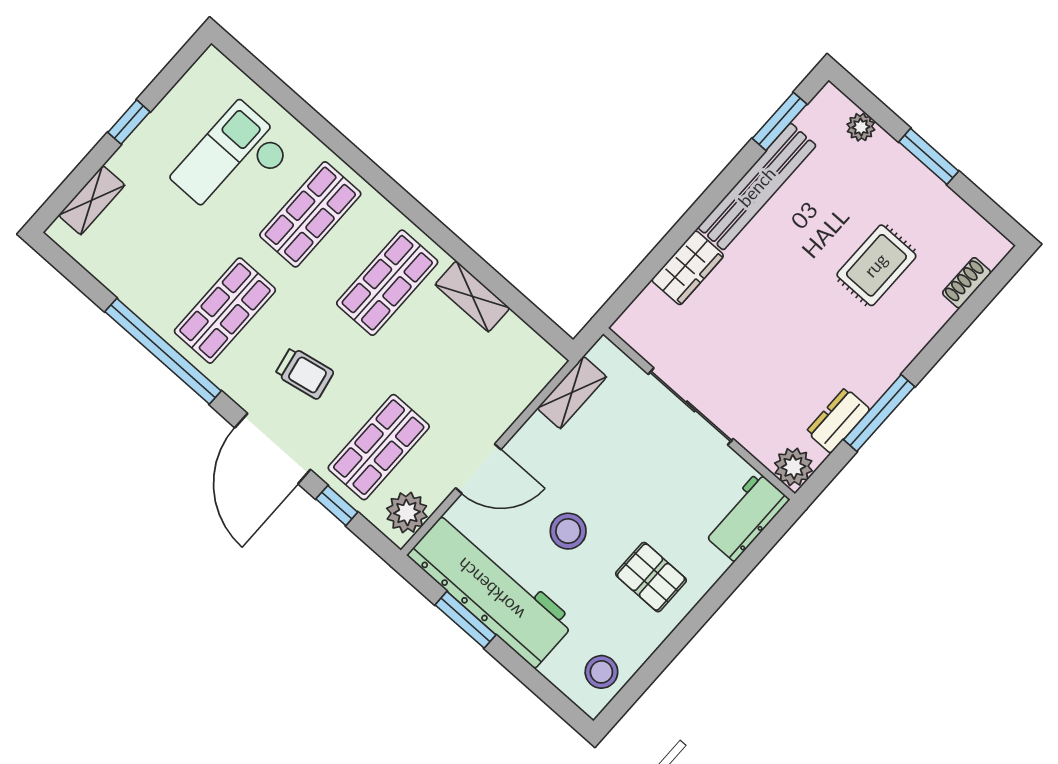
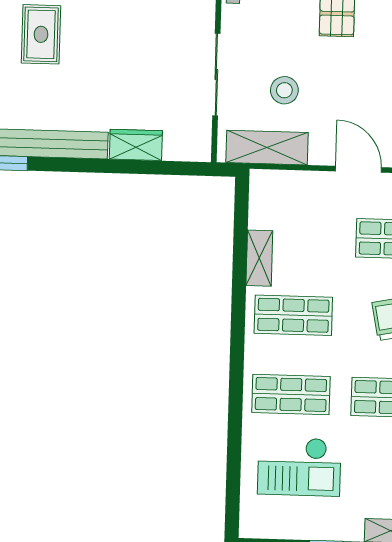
rug: (876, 265) -> (41, 34), turned 90
shelving: (572, 393) -> (267, 148), width x1.50, depth x1.33
stool: (568, 531) -> (284, 90), moved

